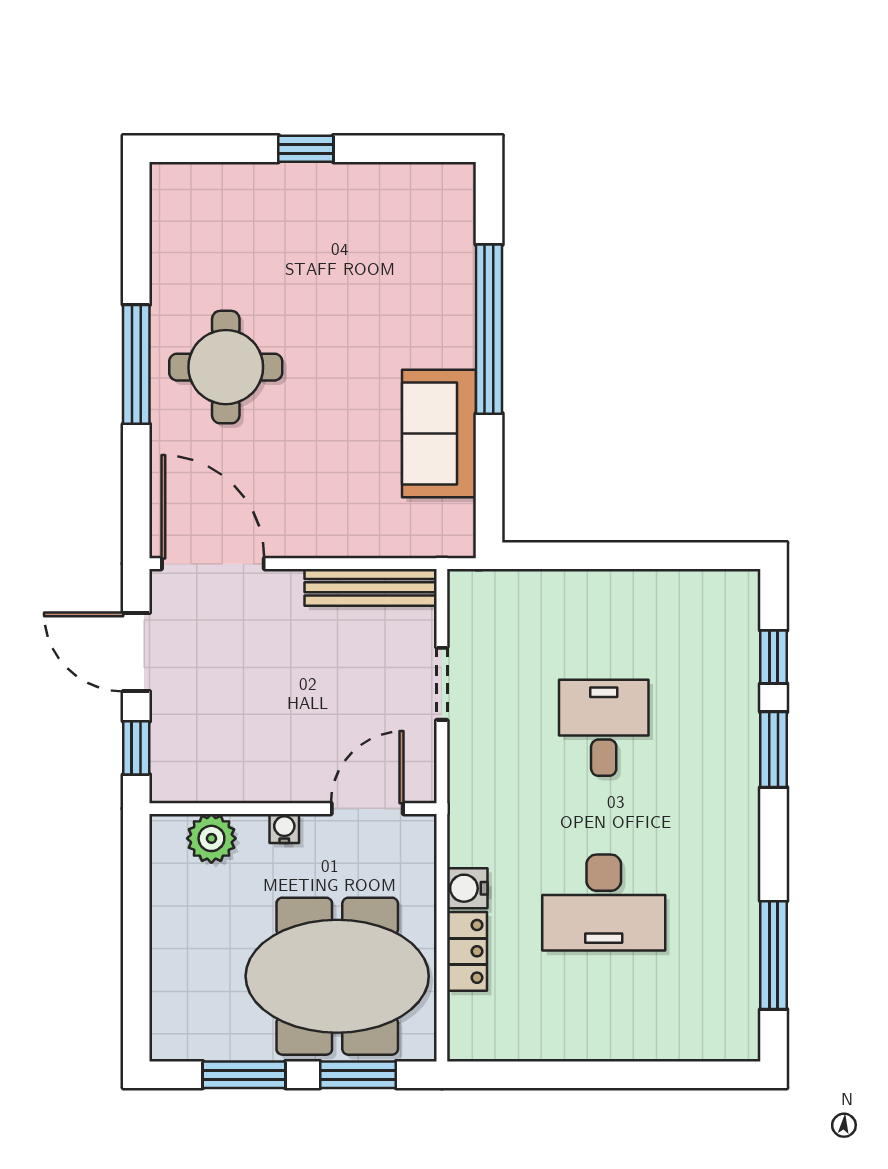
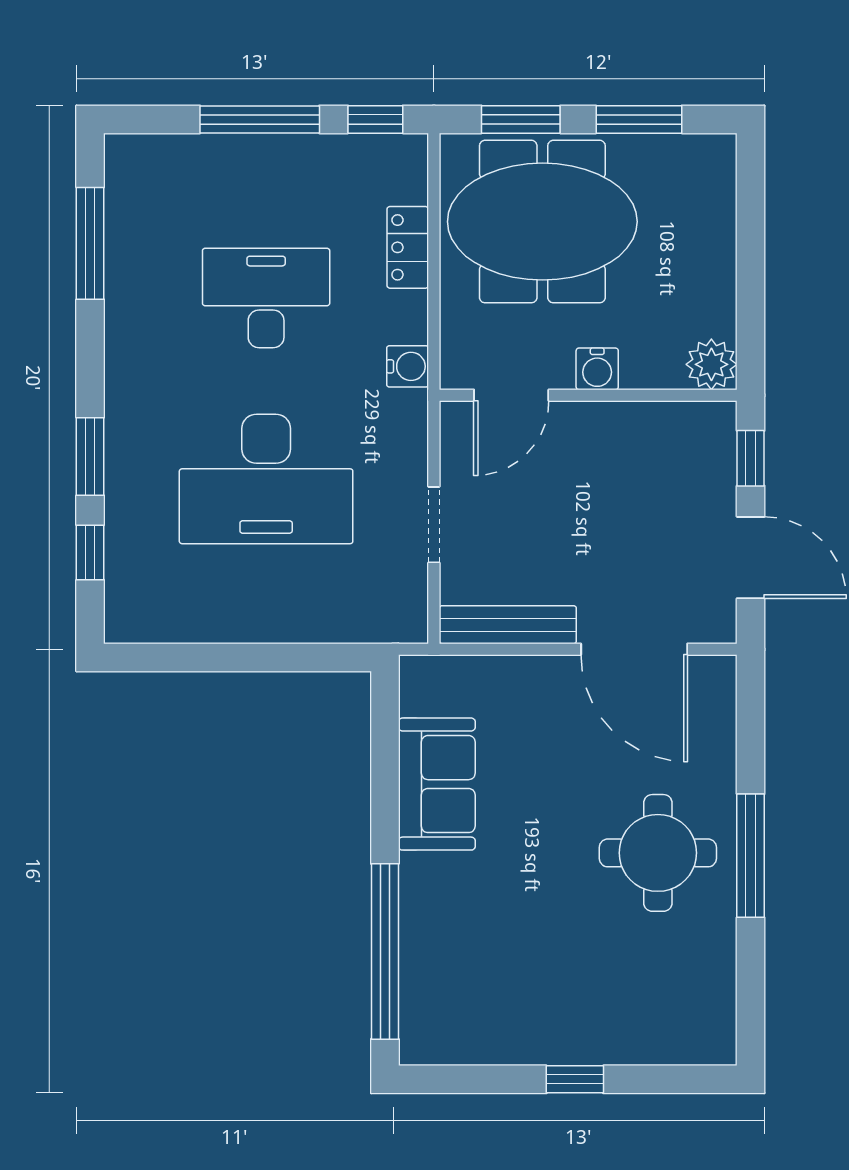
window: (489, 329) -> (385, 951), moved
door: (213, 564) -> (634, 649), moved
desk: (604, 728) -> (266, 479), width x1.87, depth x1.30
water cooler: (284, 828) -> (597, 369), width x1.38, depth x1.38
plant: (211, 838) -> (711, 364), moved
water cooler: (467, 888) -> (408, 366), moved
window: (498, 1075) -> (375, 119), added
window: (610, 1075) -> (260, 119), added

